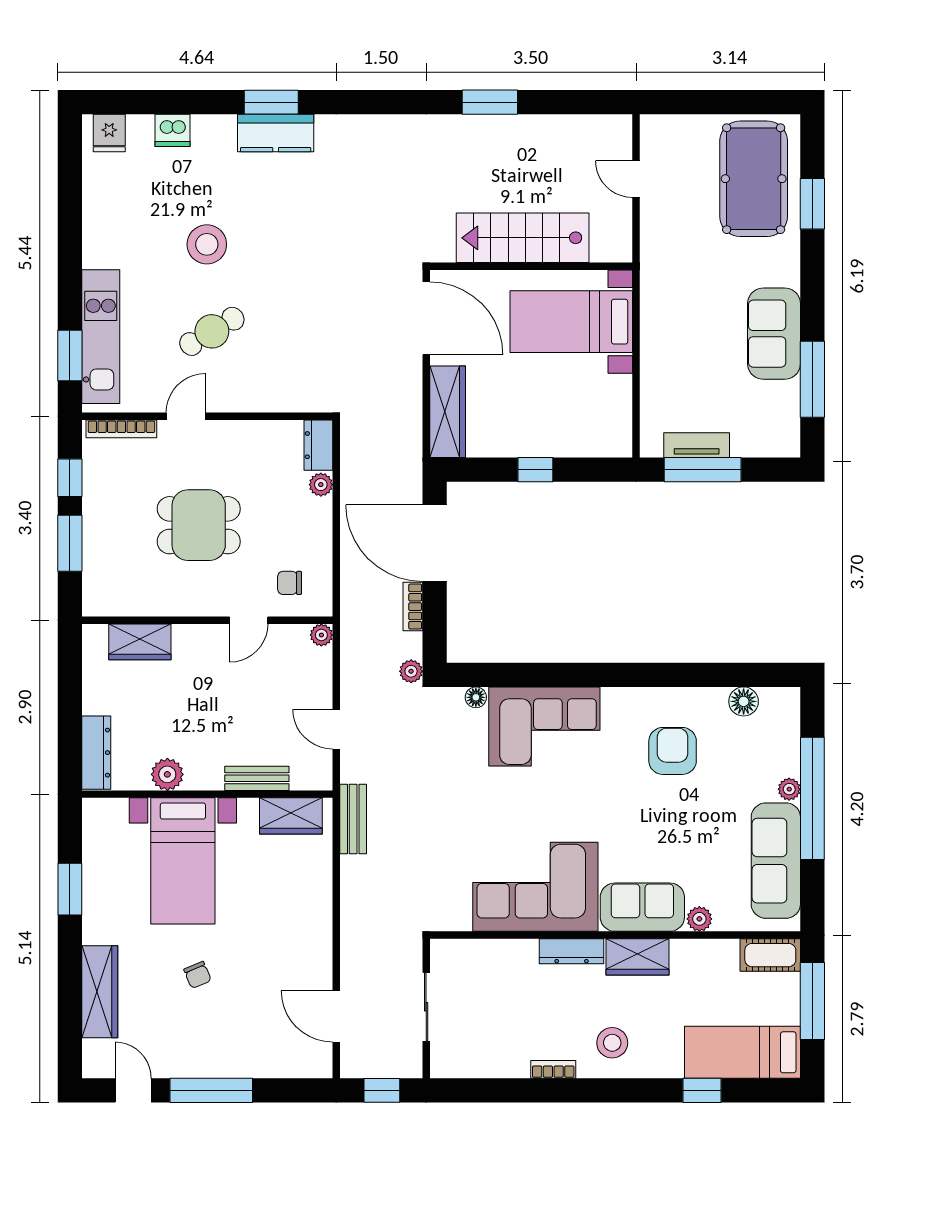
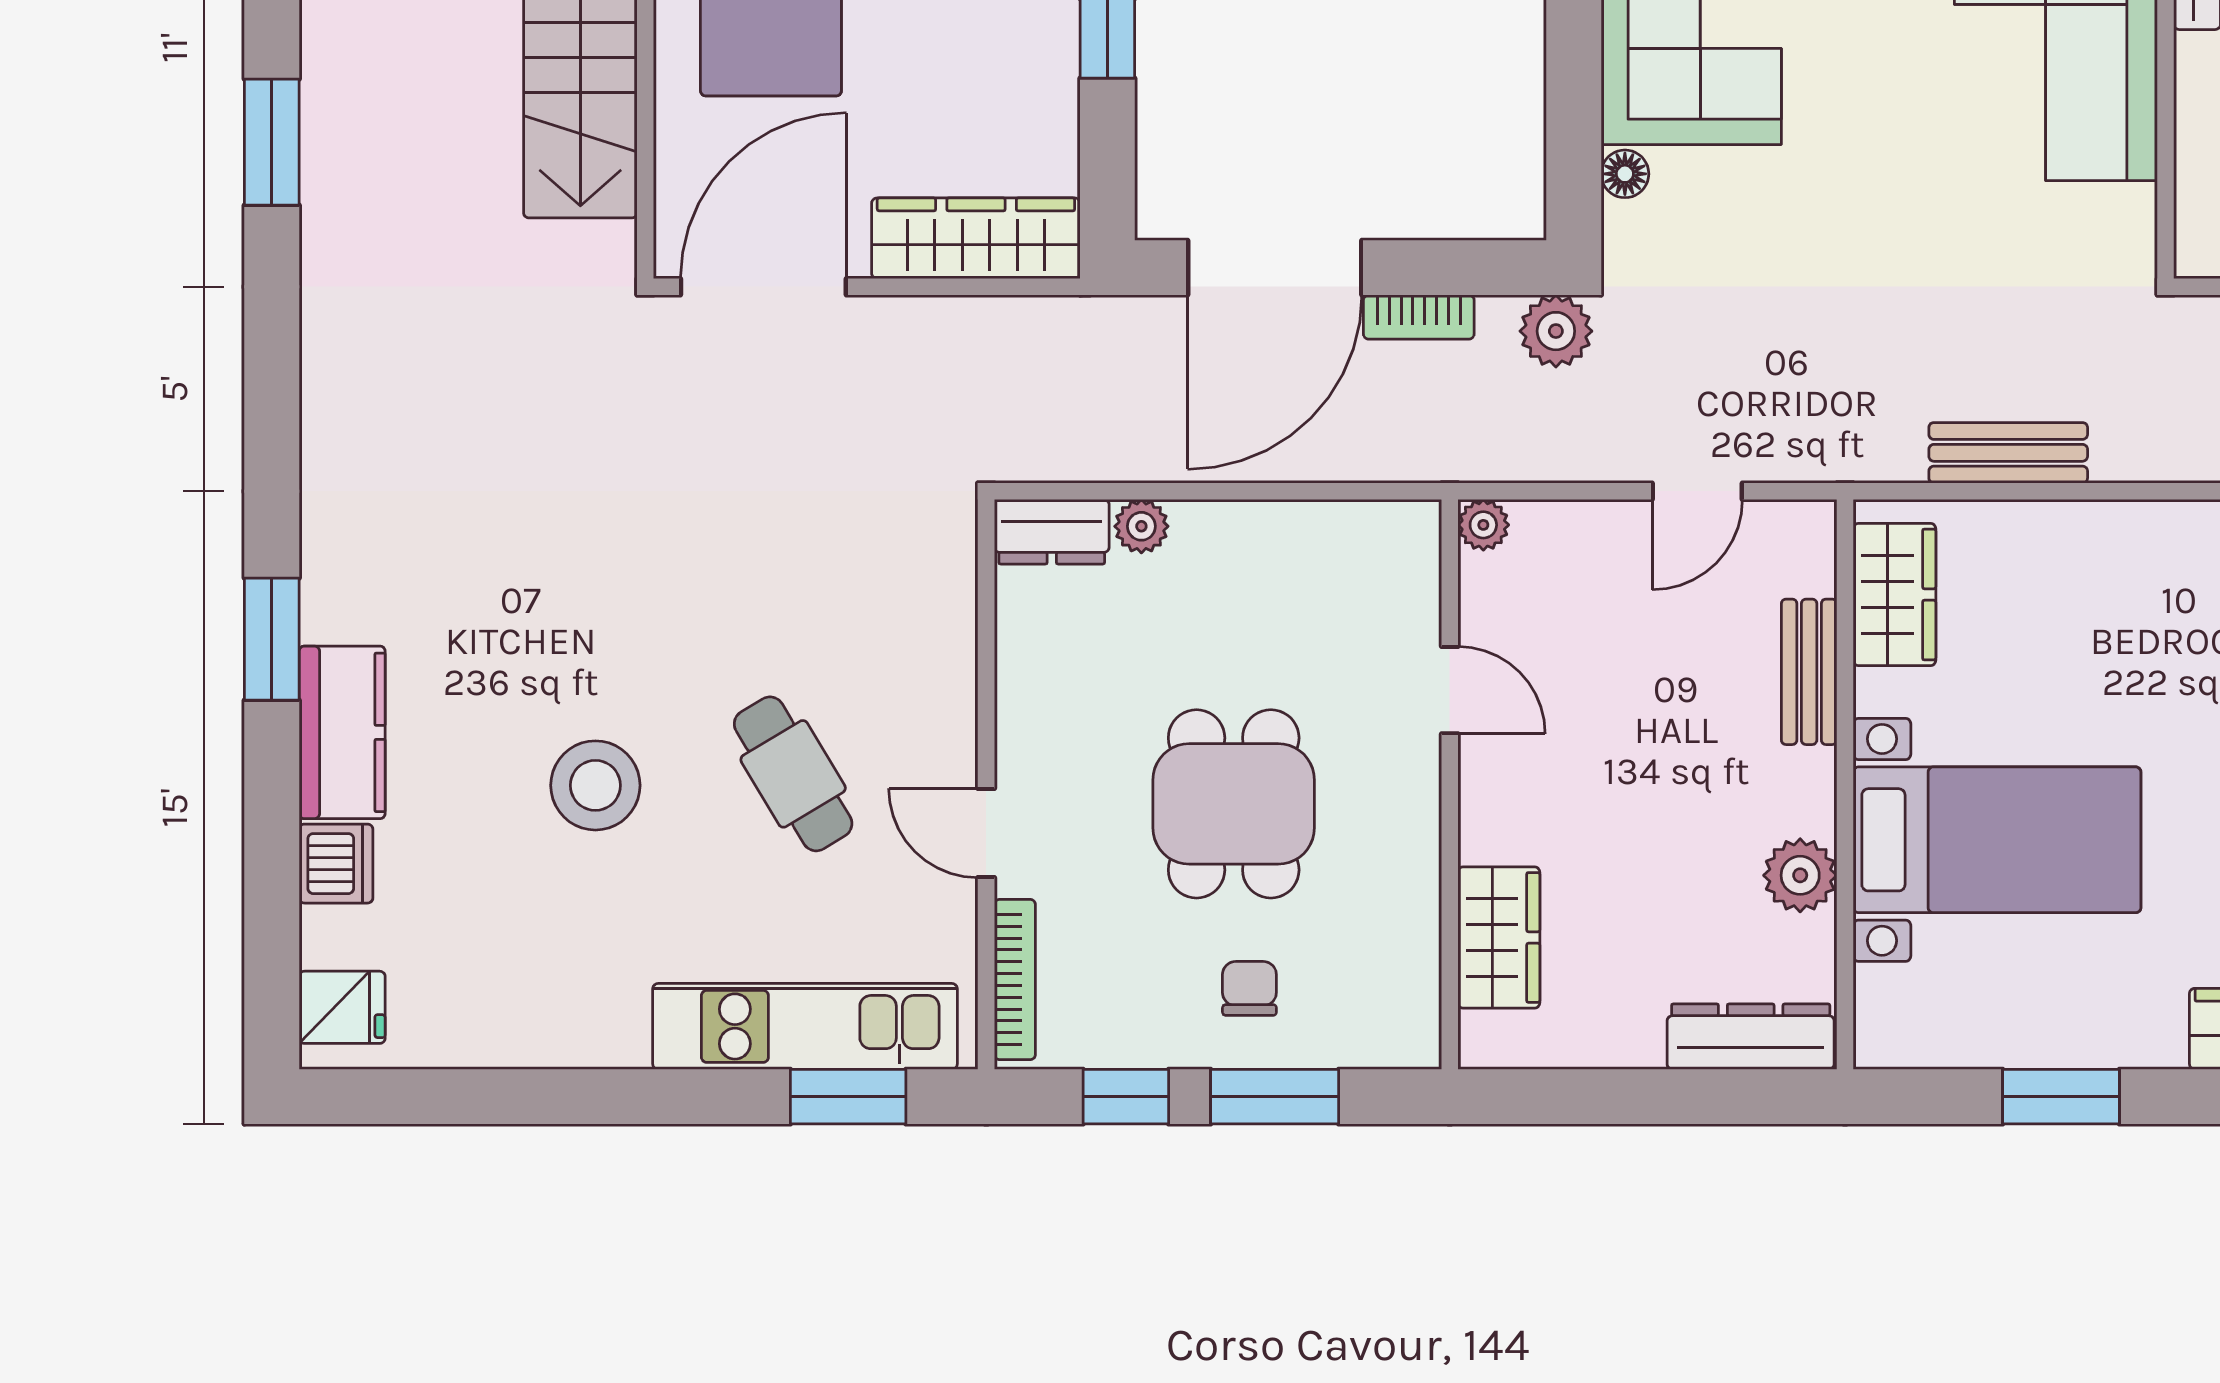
kitchen counter: (276, 133) -> (342, 732), moved
chair: (290, 583) -> (1249, 988), moved, turned 180
plant: (411, 671) -> (1556, 331), width x1.38, depth x1.38
bench: (353, 819) -> (2008, 453), moved

